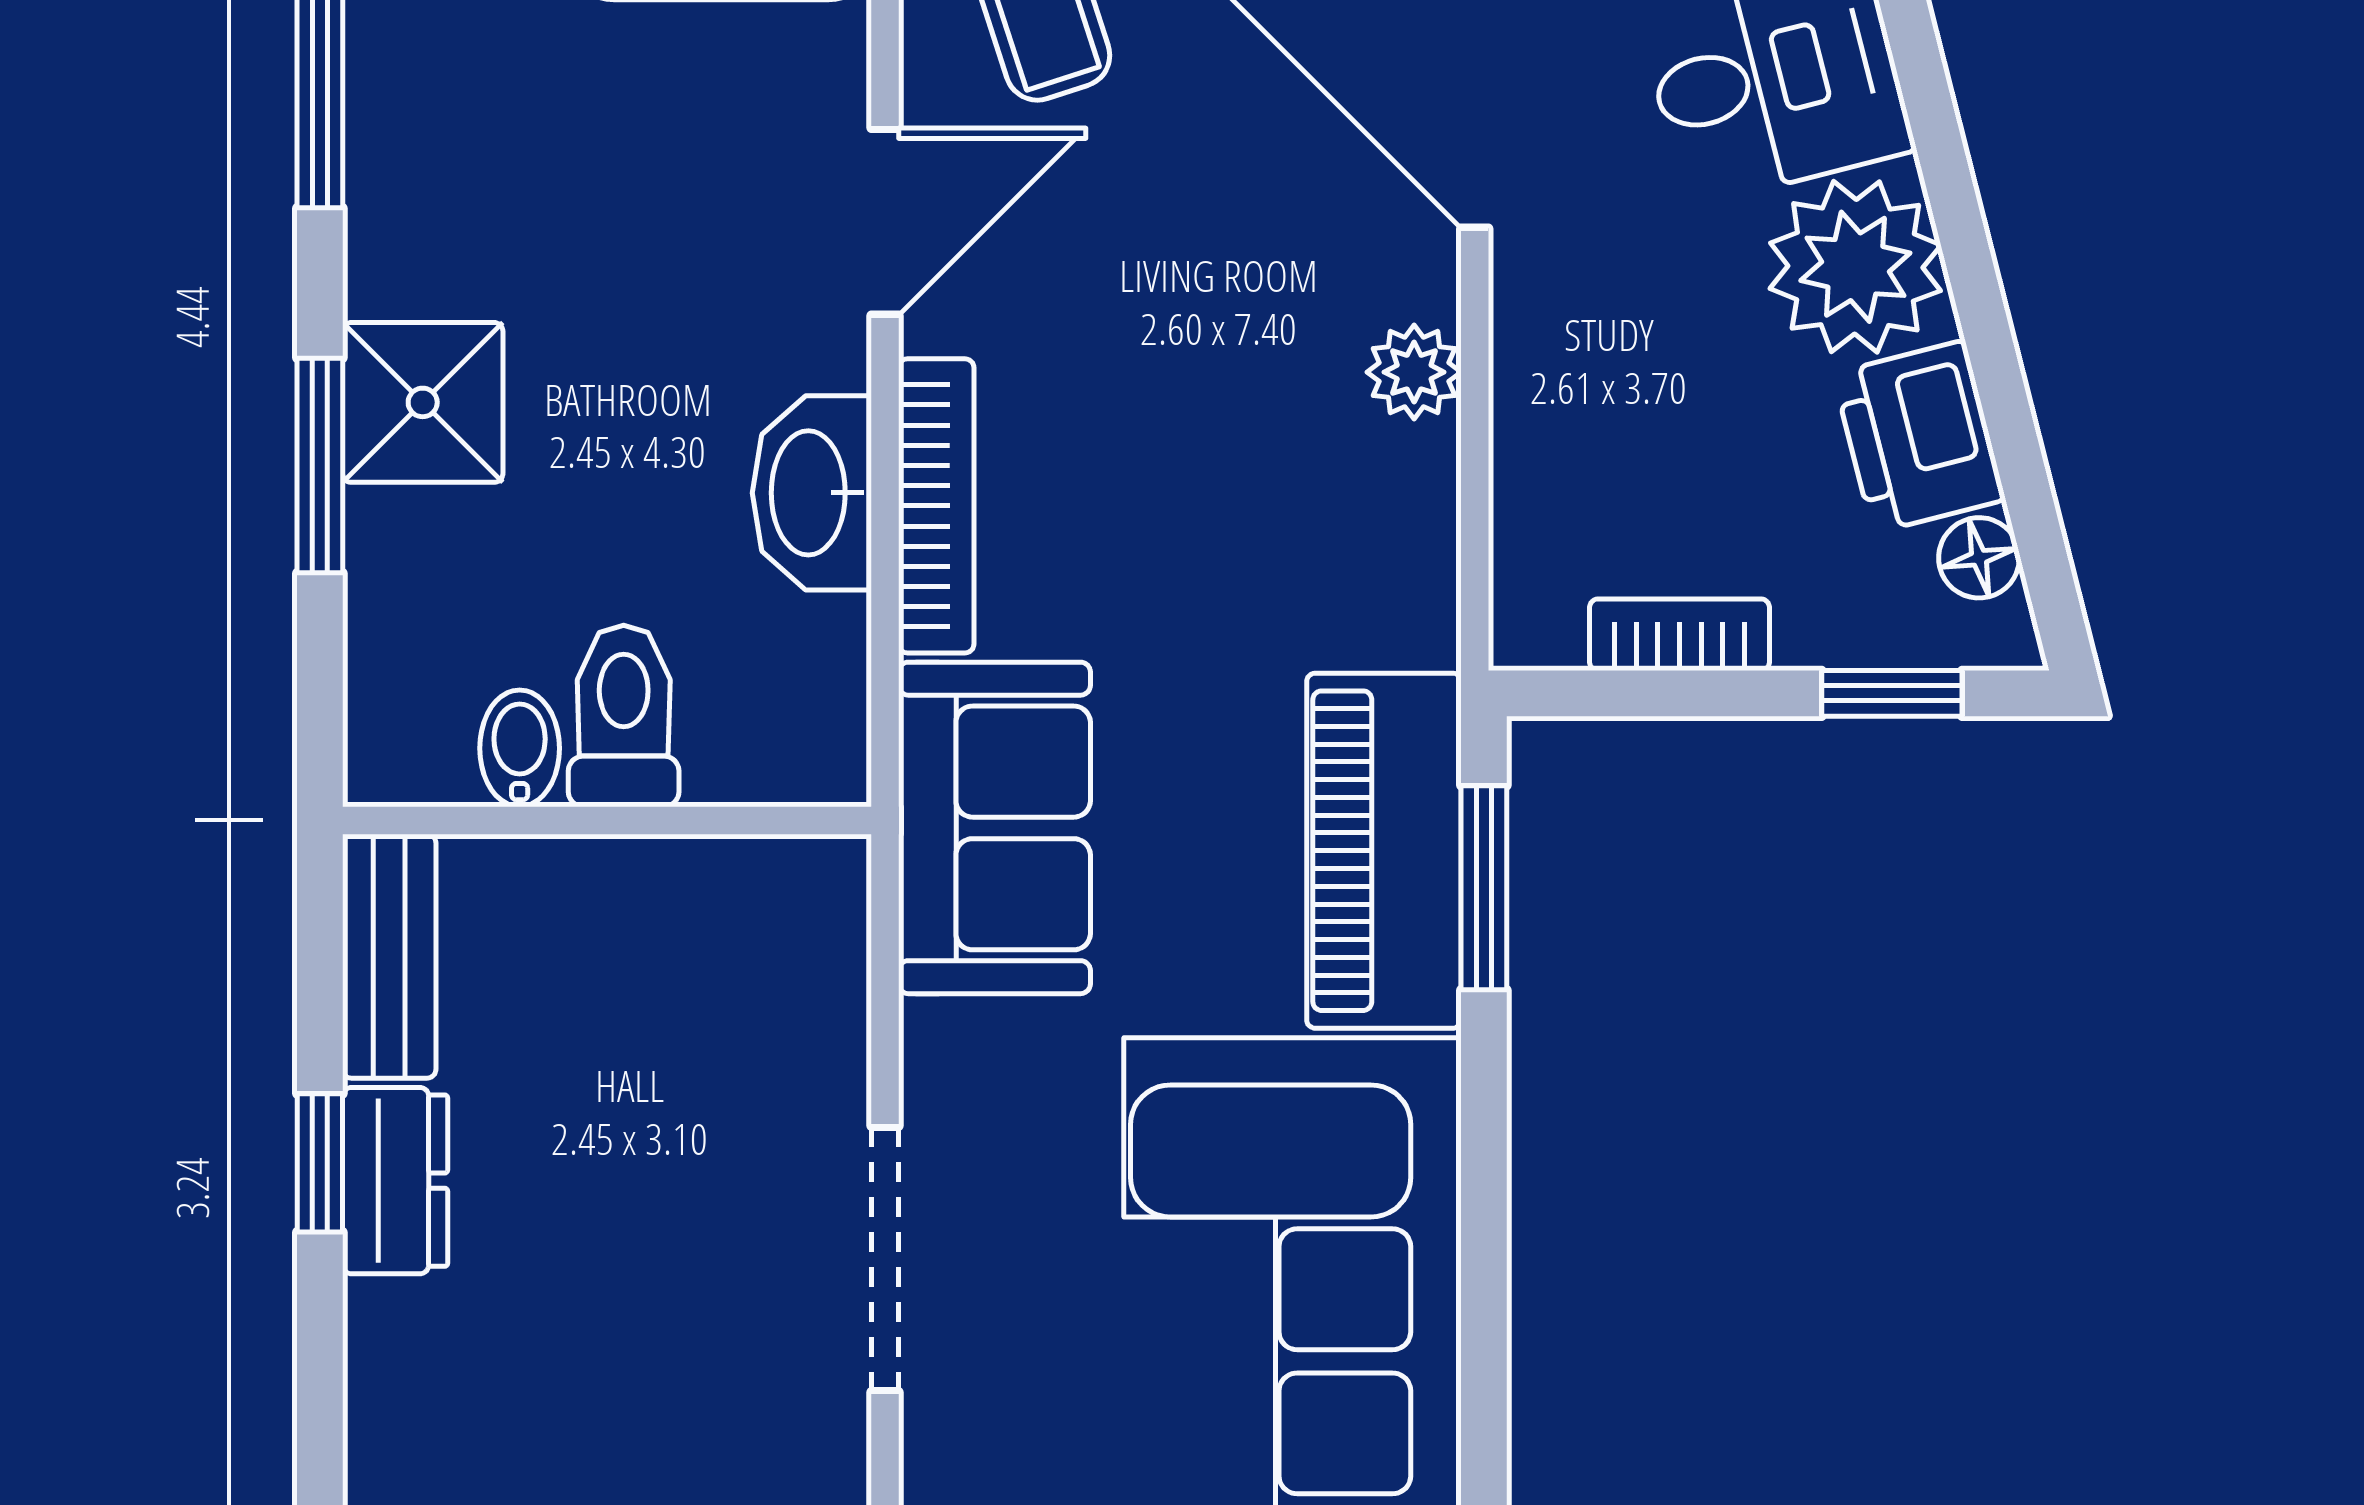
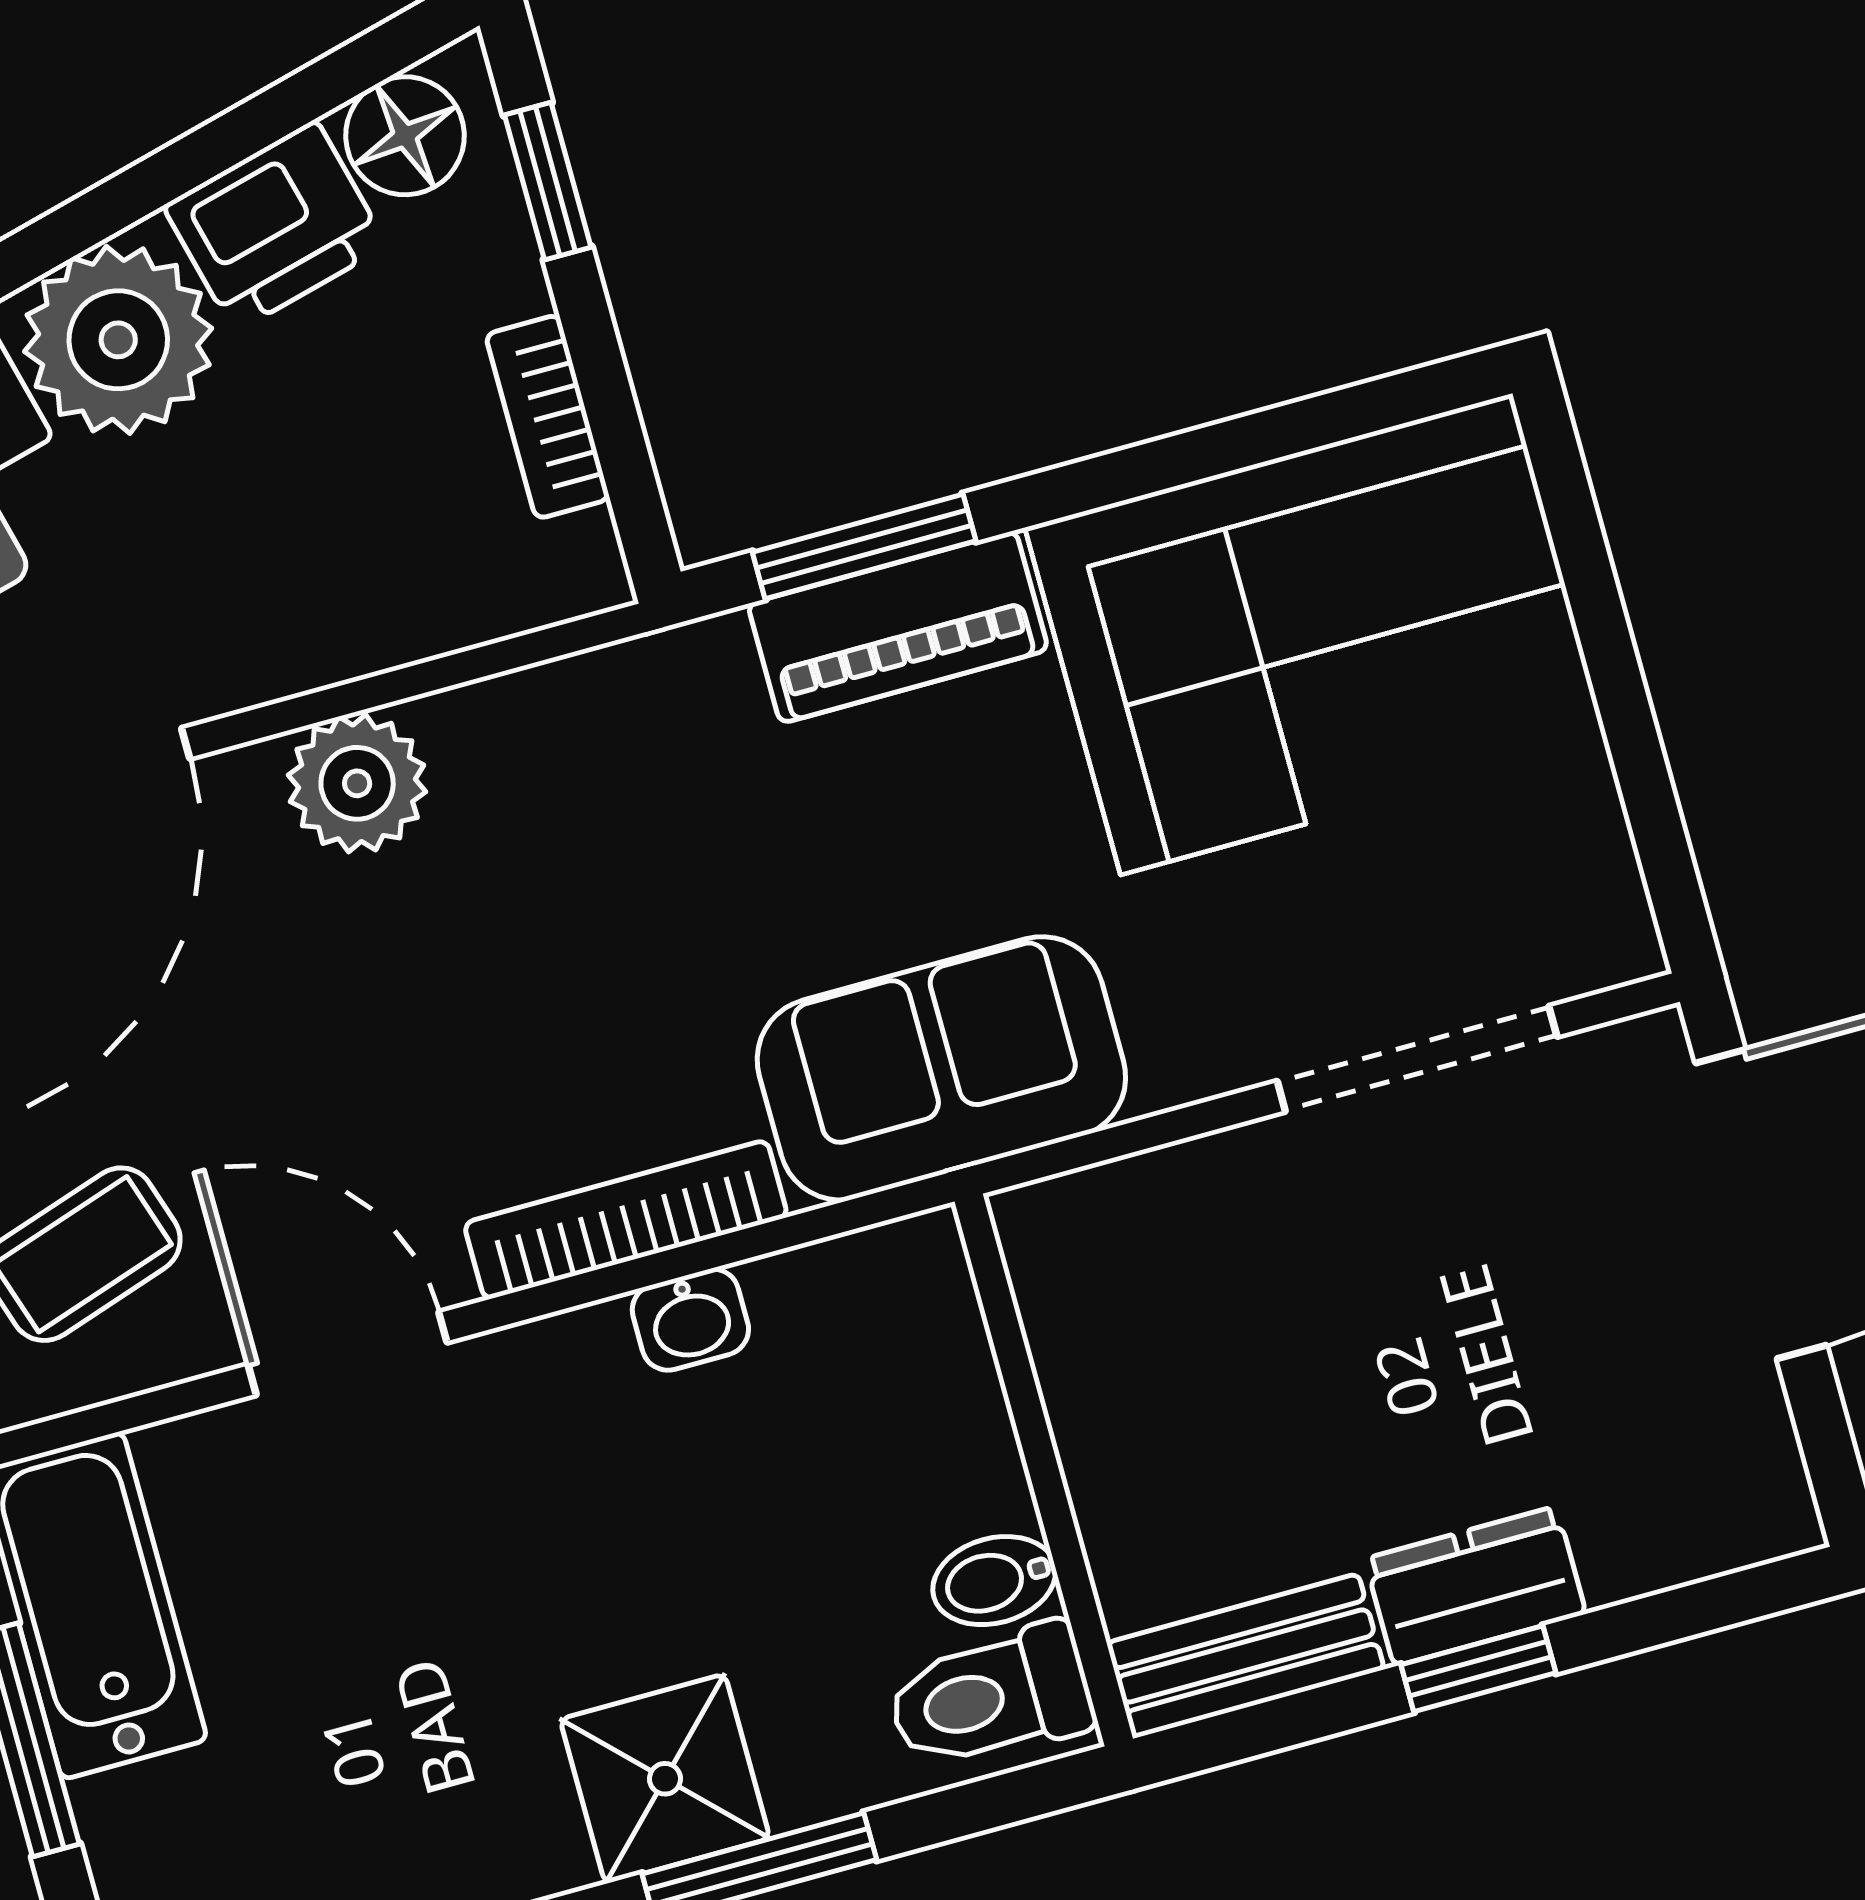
plant: (1414, 372) -> (357, 783), width x1.38, depth x1.38
washbasin: (812, 493) -> (690, 1320), width x0.52, depth x0.69
floor lamp: (1979, 558) -> (405, 136), width x1.37, depth x1.37
toilet: (624, 716) -> (990, 1697), moved
piano: (1384, 851) -> (898, 627), width x0.73, depth x0.75

